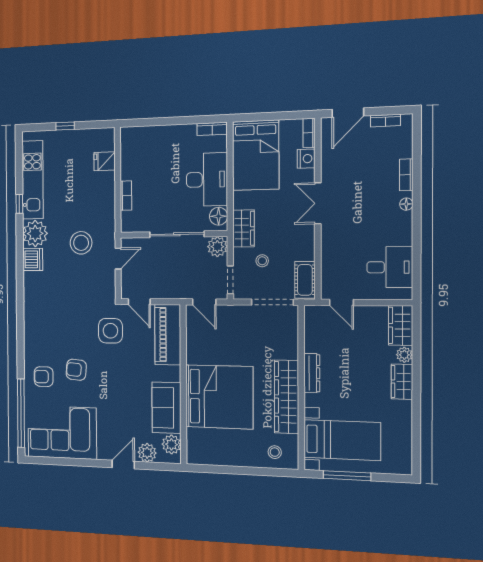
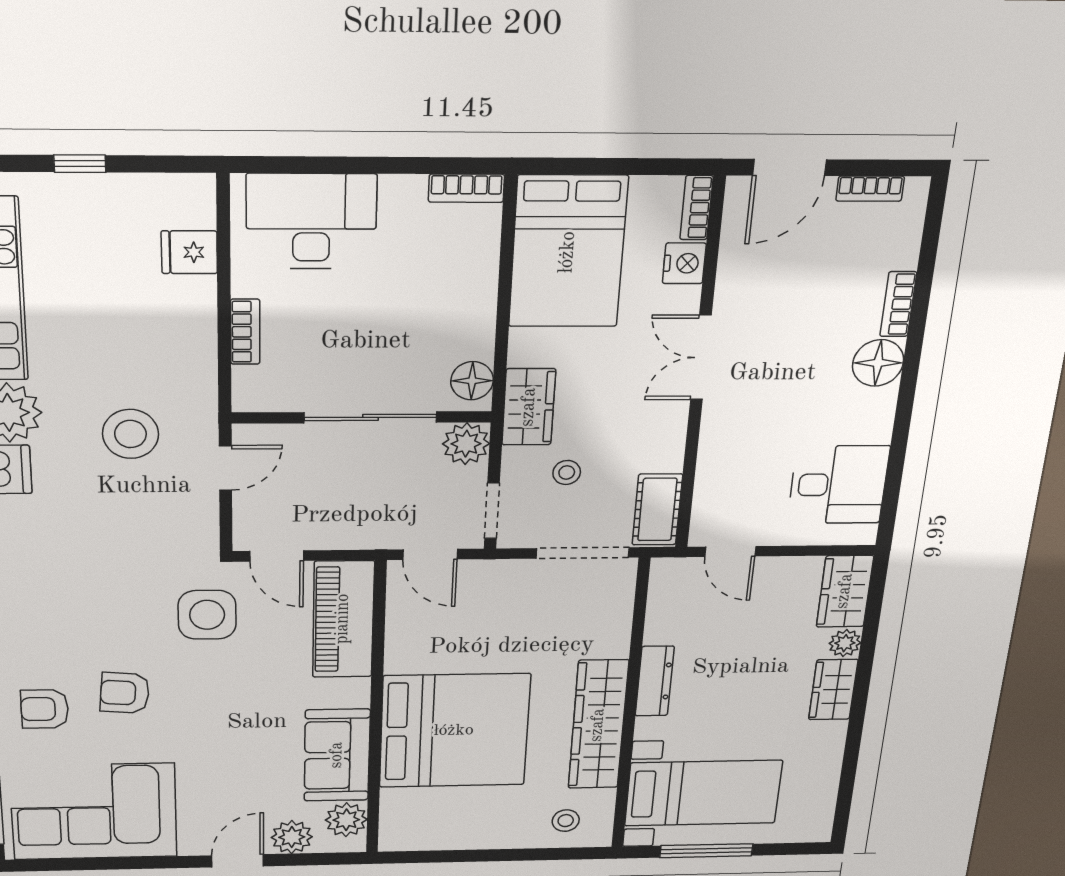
desk: (207, 179) -> (311, 221), moved, turned -90
floor lamp: (406, 204) -> (878, 363), width x1.89, depth x1.89

